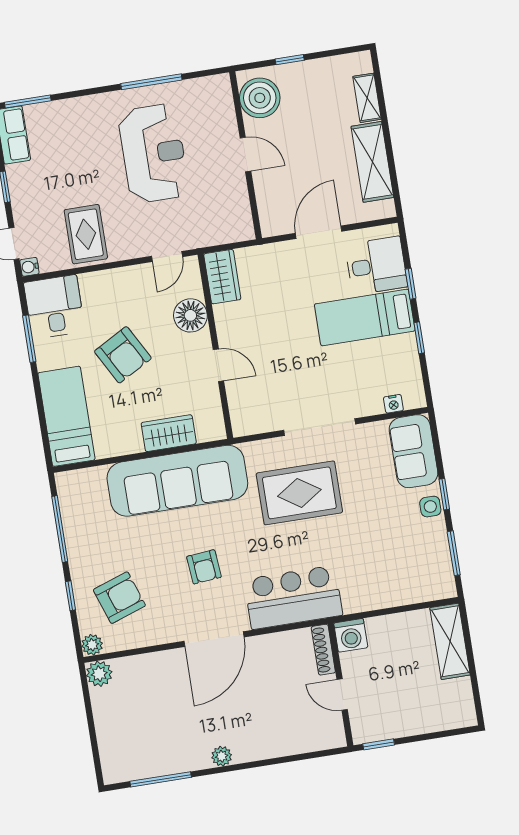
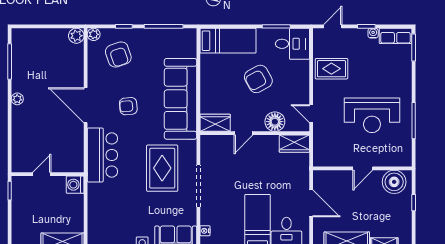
water cooler: (29, 267) -> (373, 33), moved
wardrobe: (169, 433) -> (215, 123), moved, turned -90
shoe rack: (323, 650) -> (69, 168), removed

